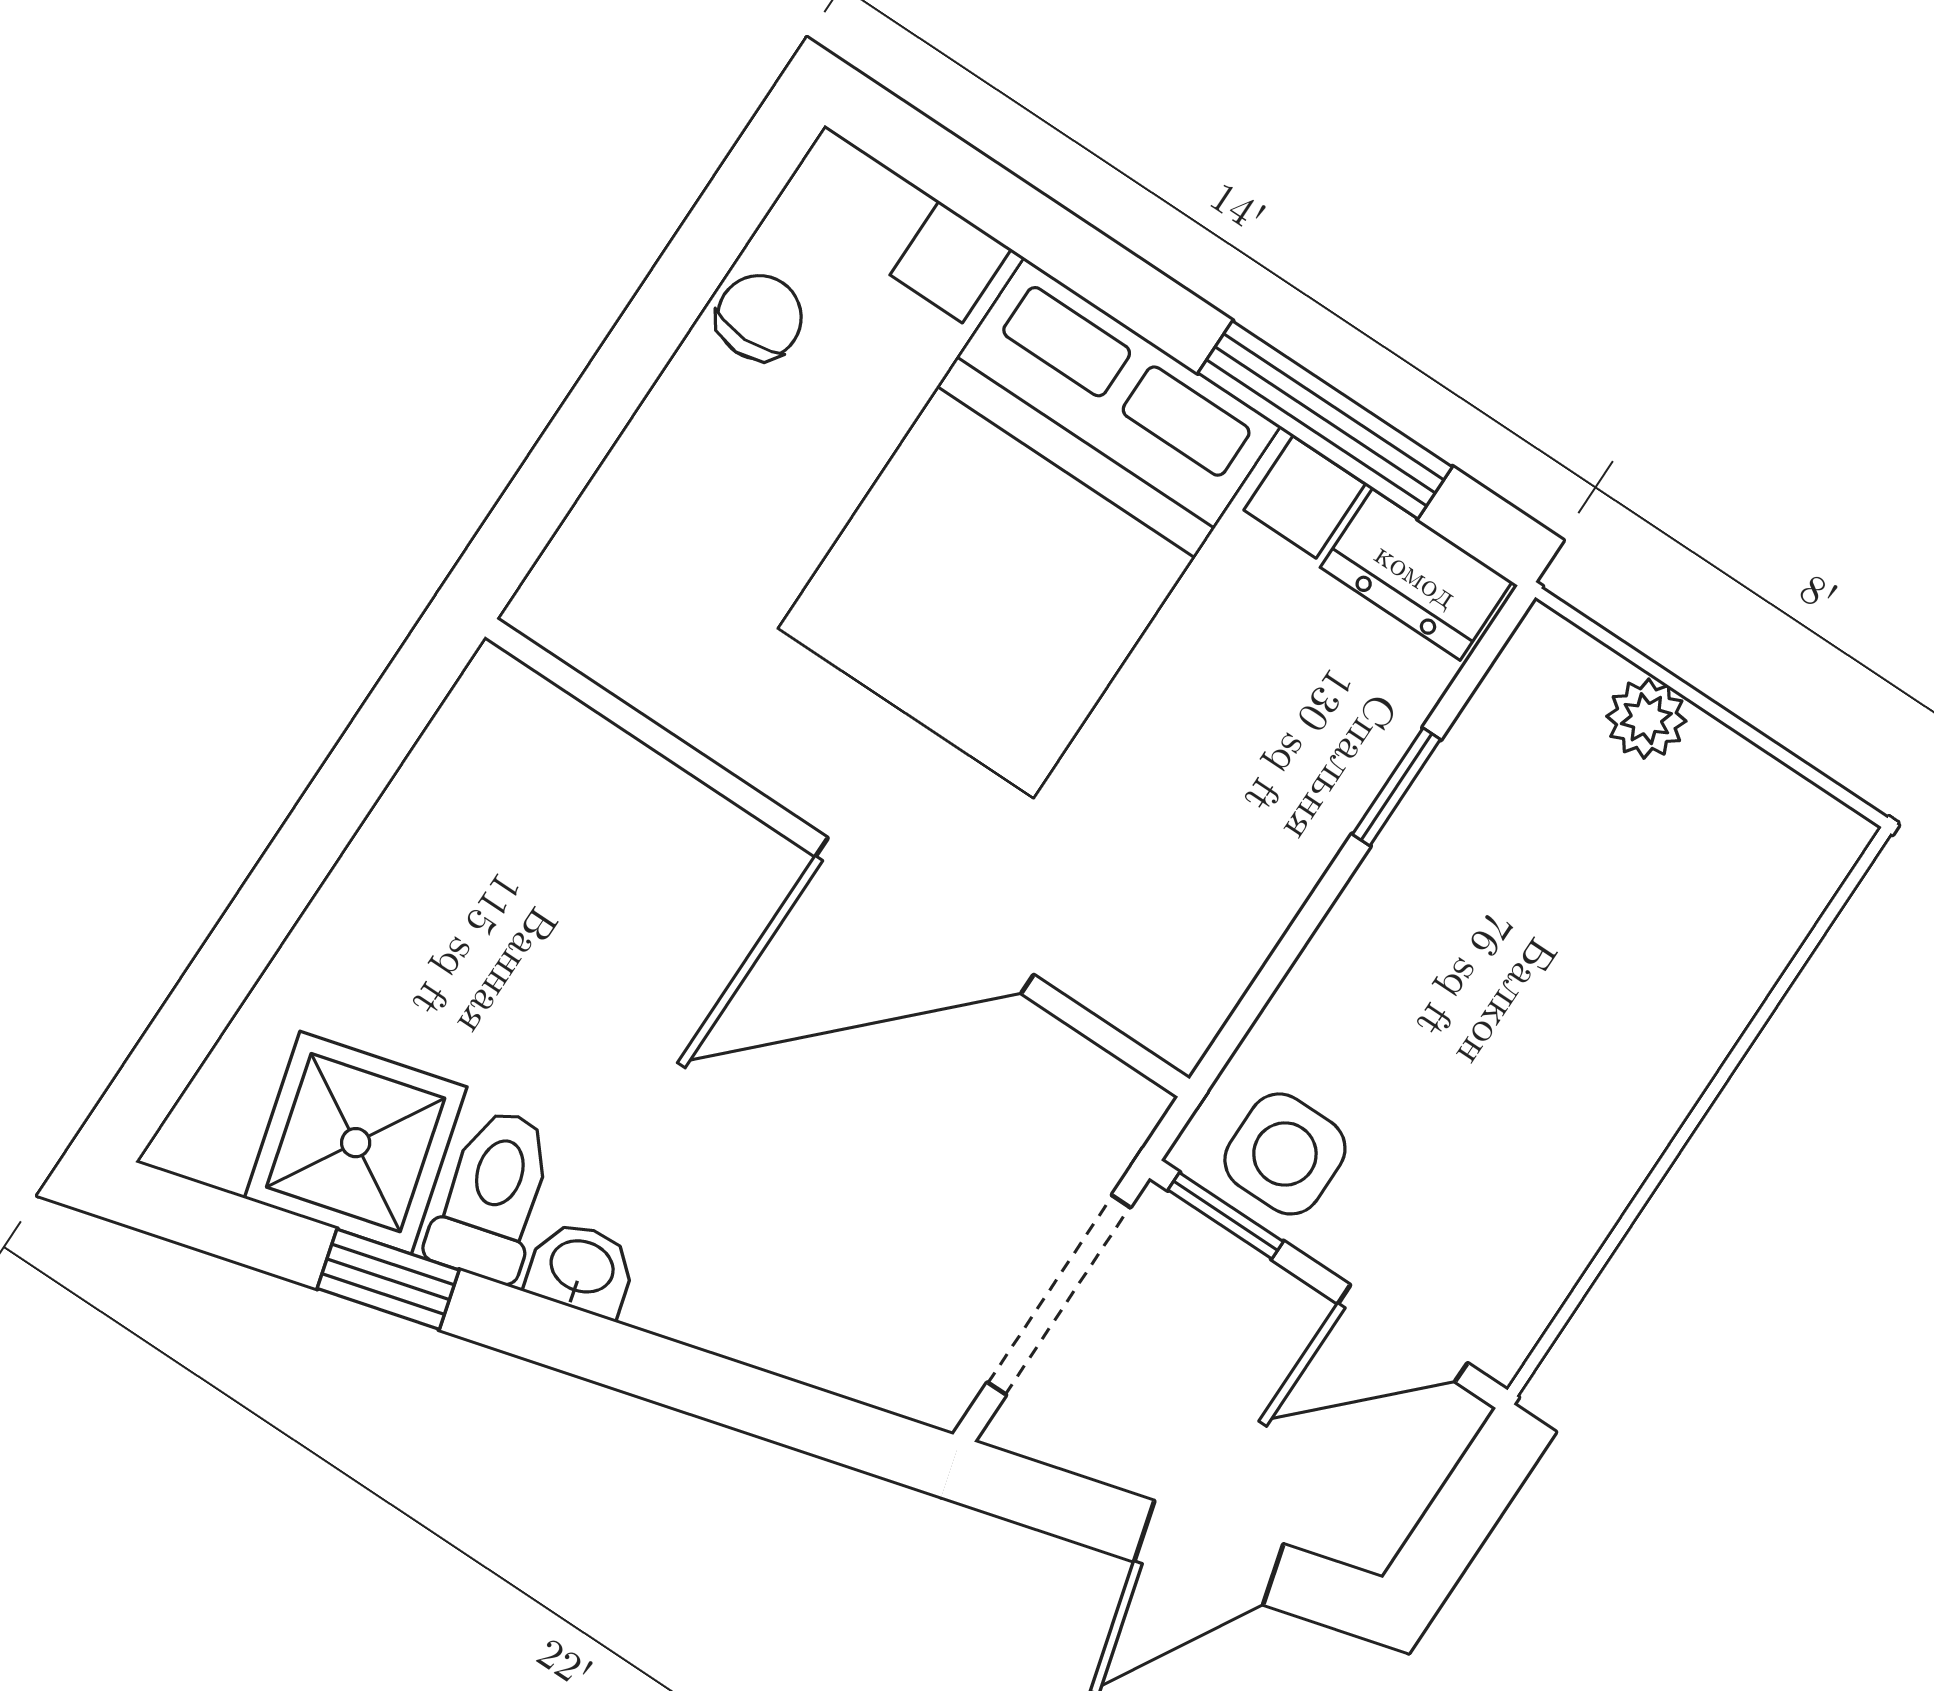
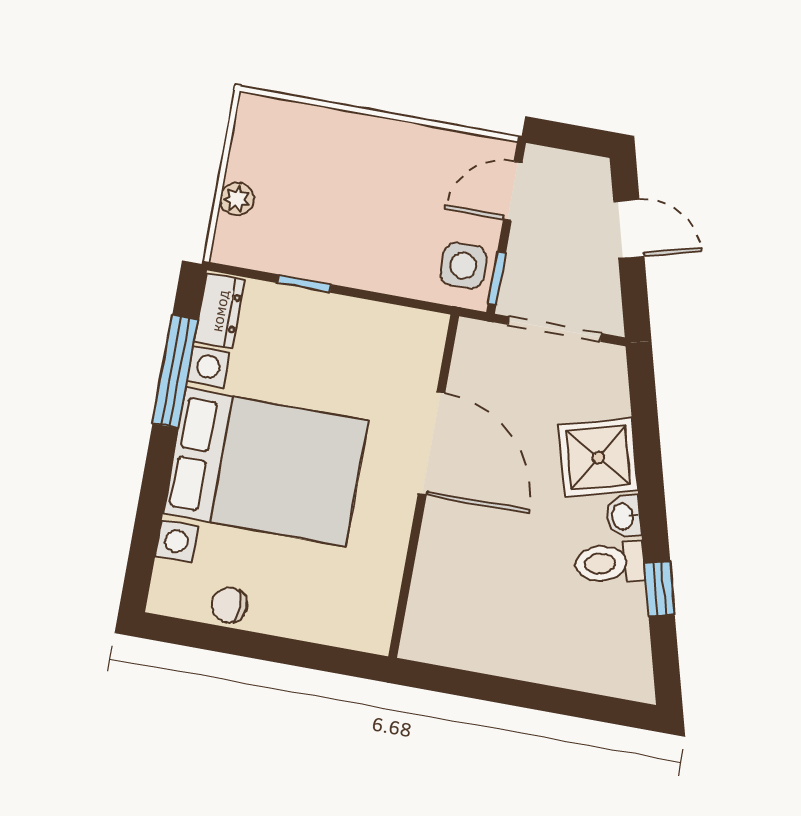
shower: (356, 1143) -> (598, 458), moved
door: (1403, 1333) -> (513, 191), swing flipped

